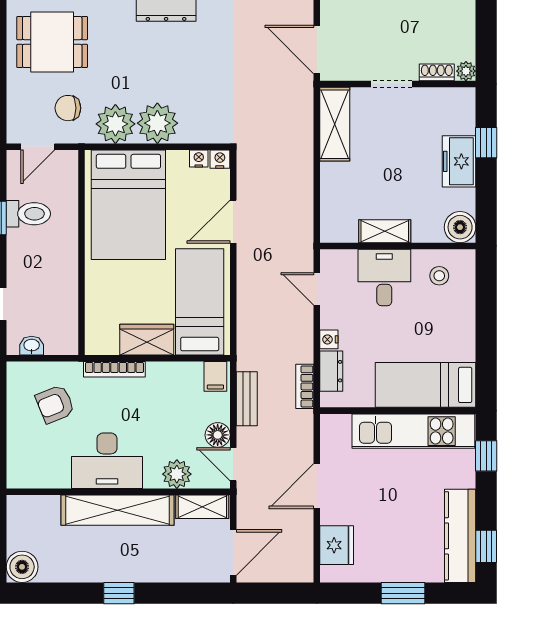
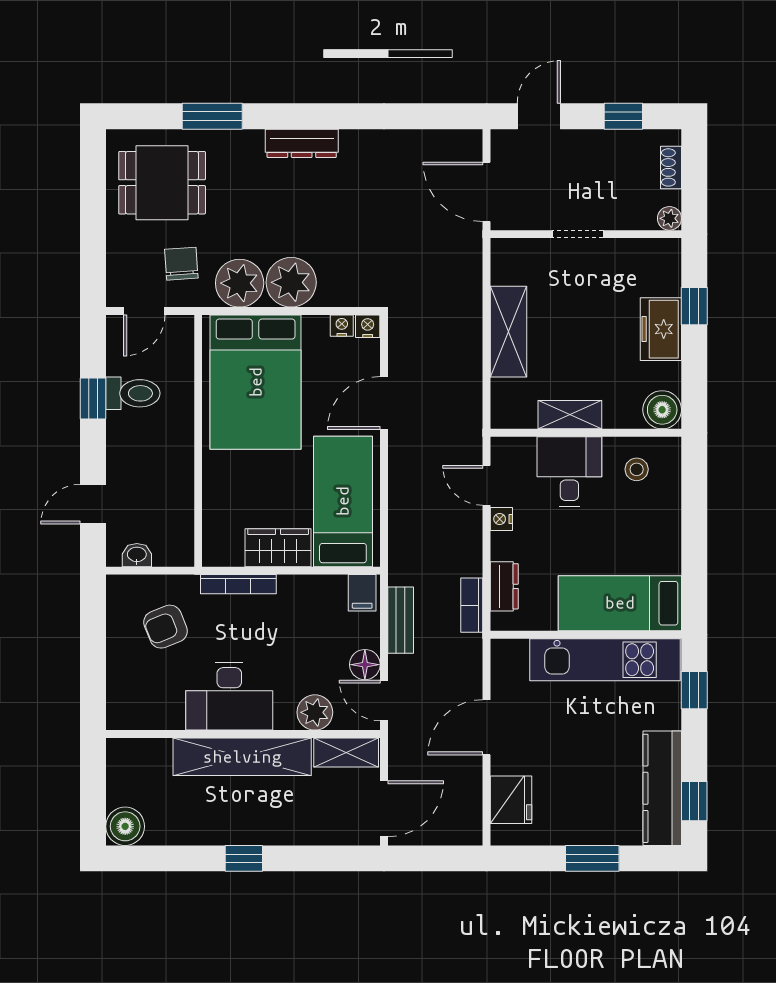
shoe rack: (437, 72) -> (671, 167), moved, turned -90
chair: (68, 108) -> (181, 264), turned 86
shelving: (335, 124) -> (509, 332), moved
nightstand: (329, 339) -> (501, 519), moved

